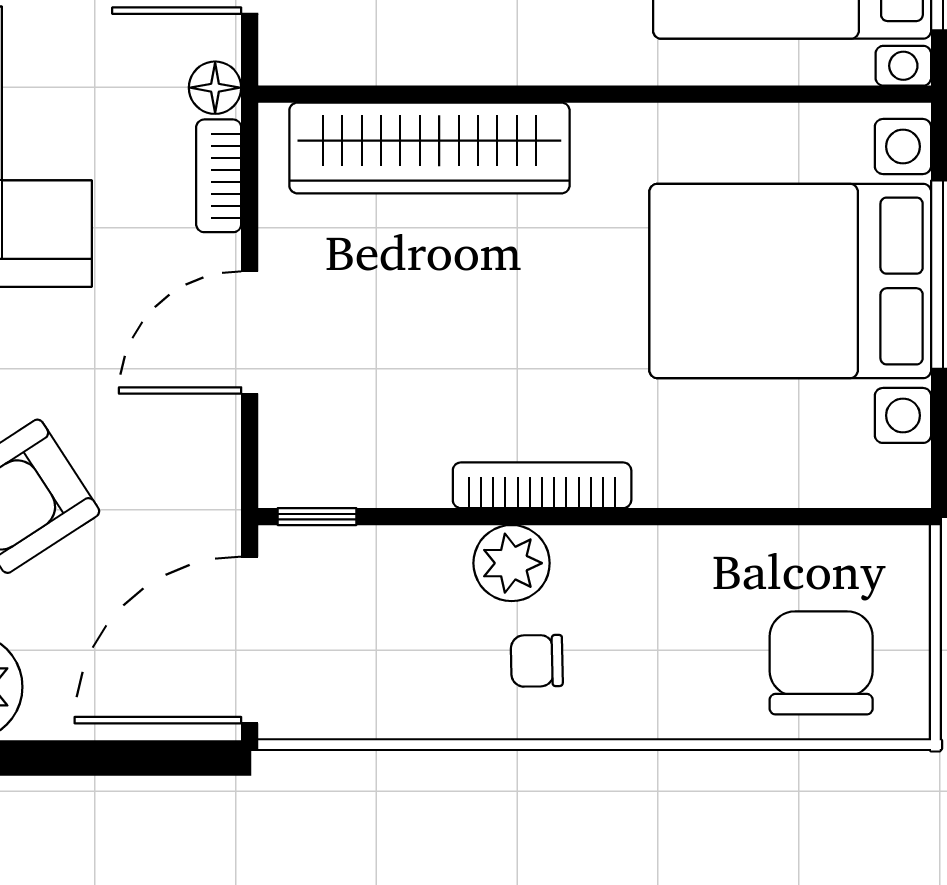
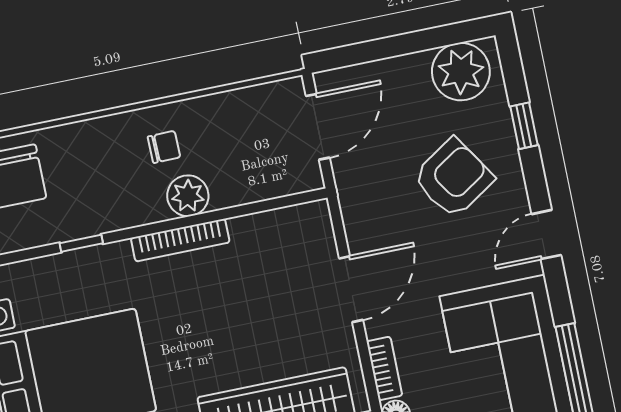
window: (317, 517) -> (81, 243), moved
door: (250, 640) -> (318, 127), width x0.73

